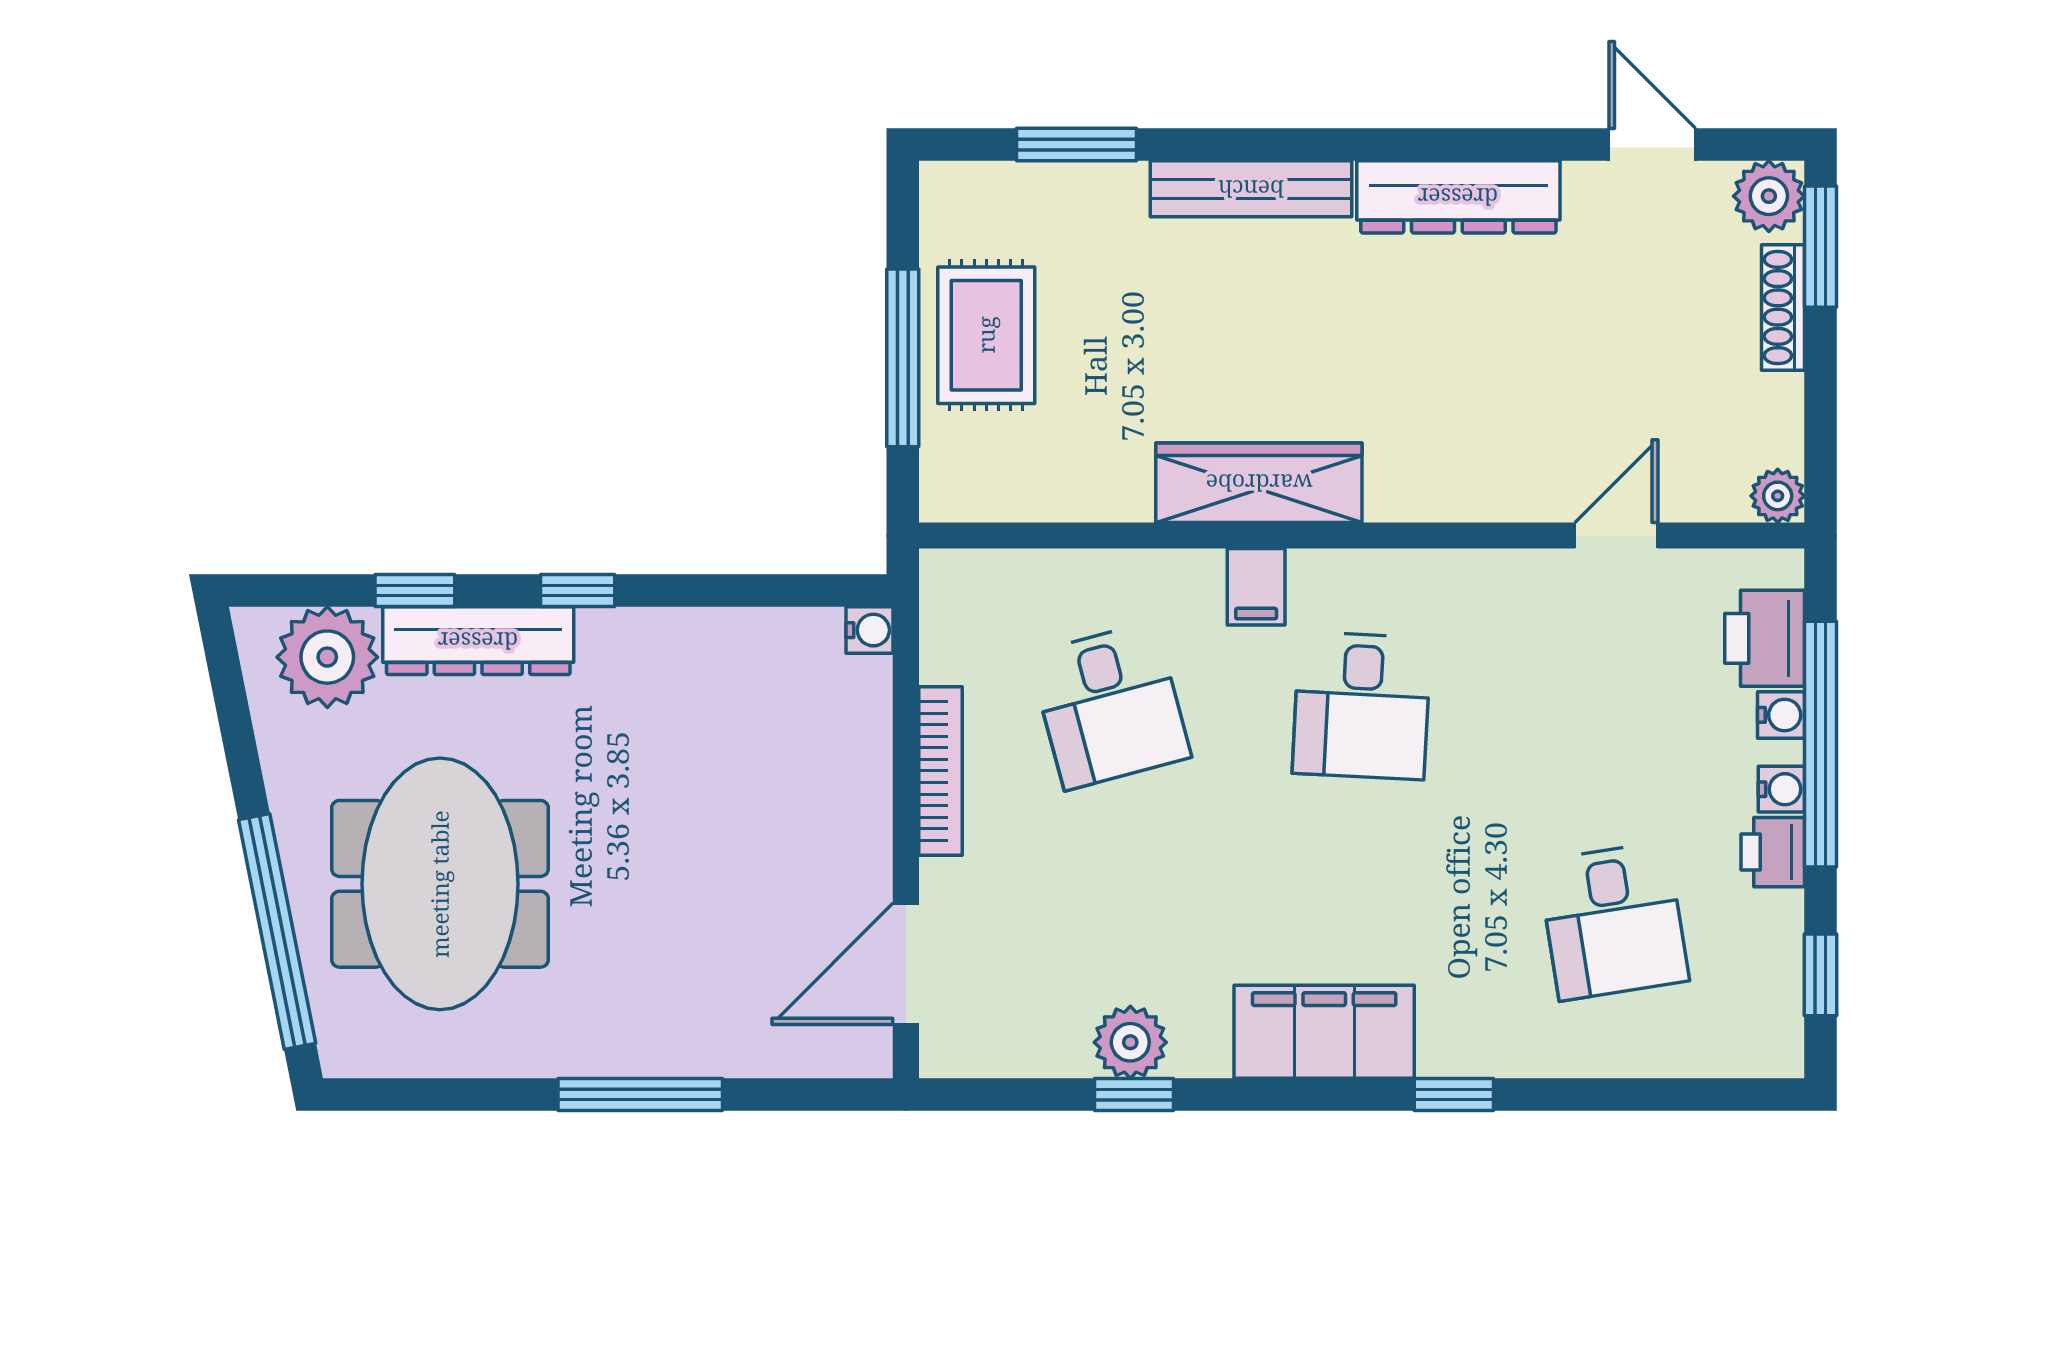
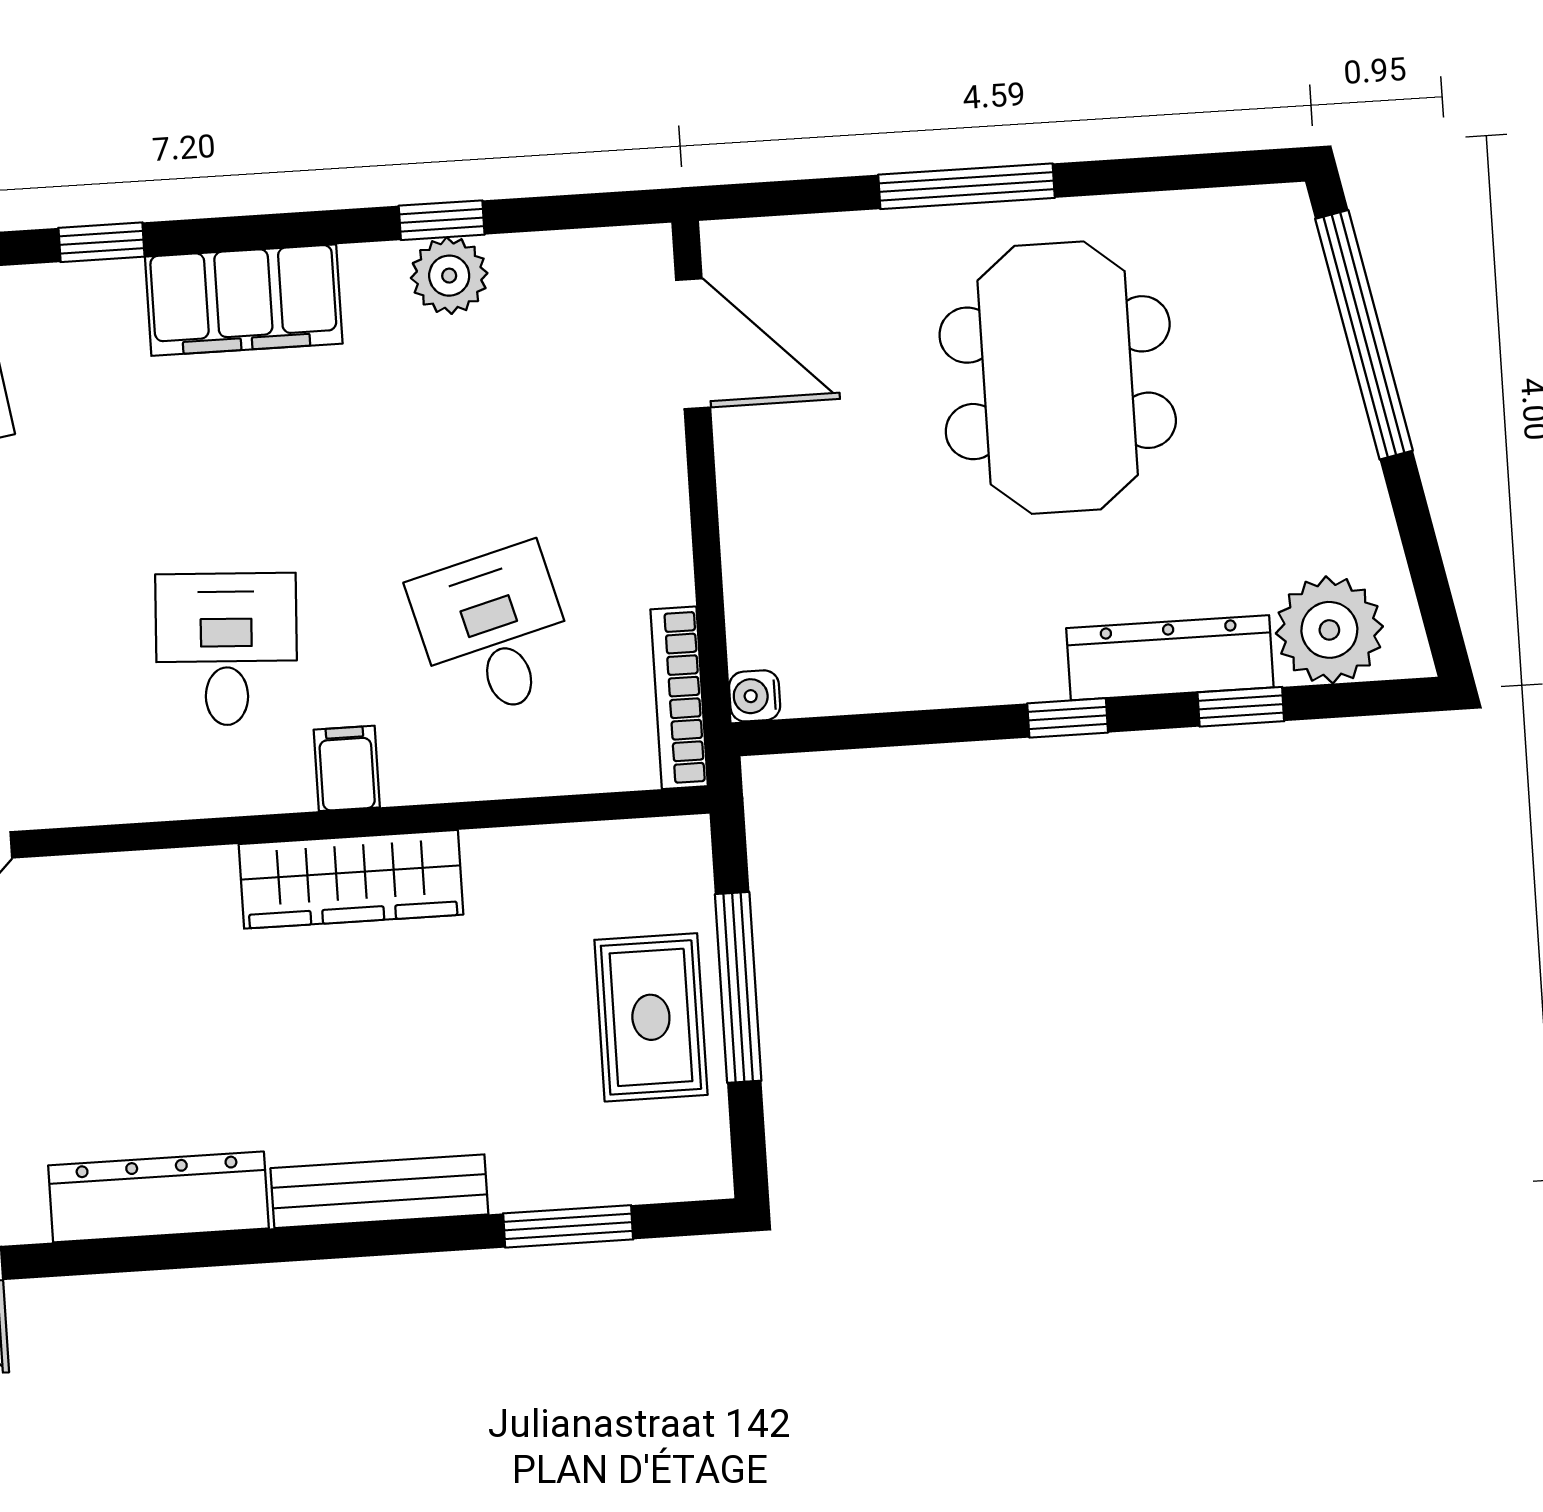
bookcase: (940, 771) -> (679, 698), moved
meeting table: (440, 884) -> (1058, 378), moved
door: (906, 964) -> (693, 344), hinge flipped

